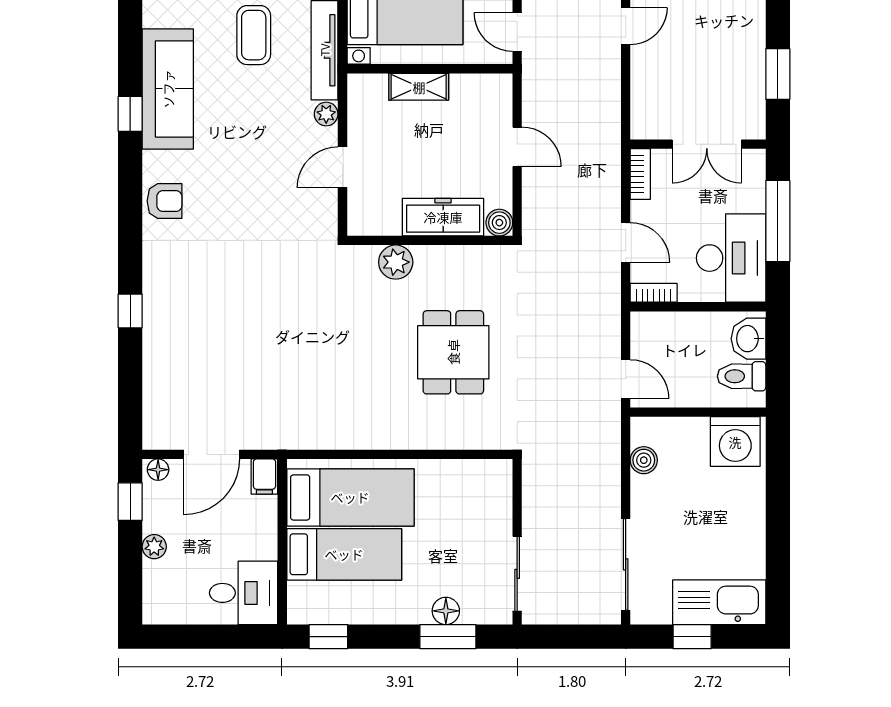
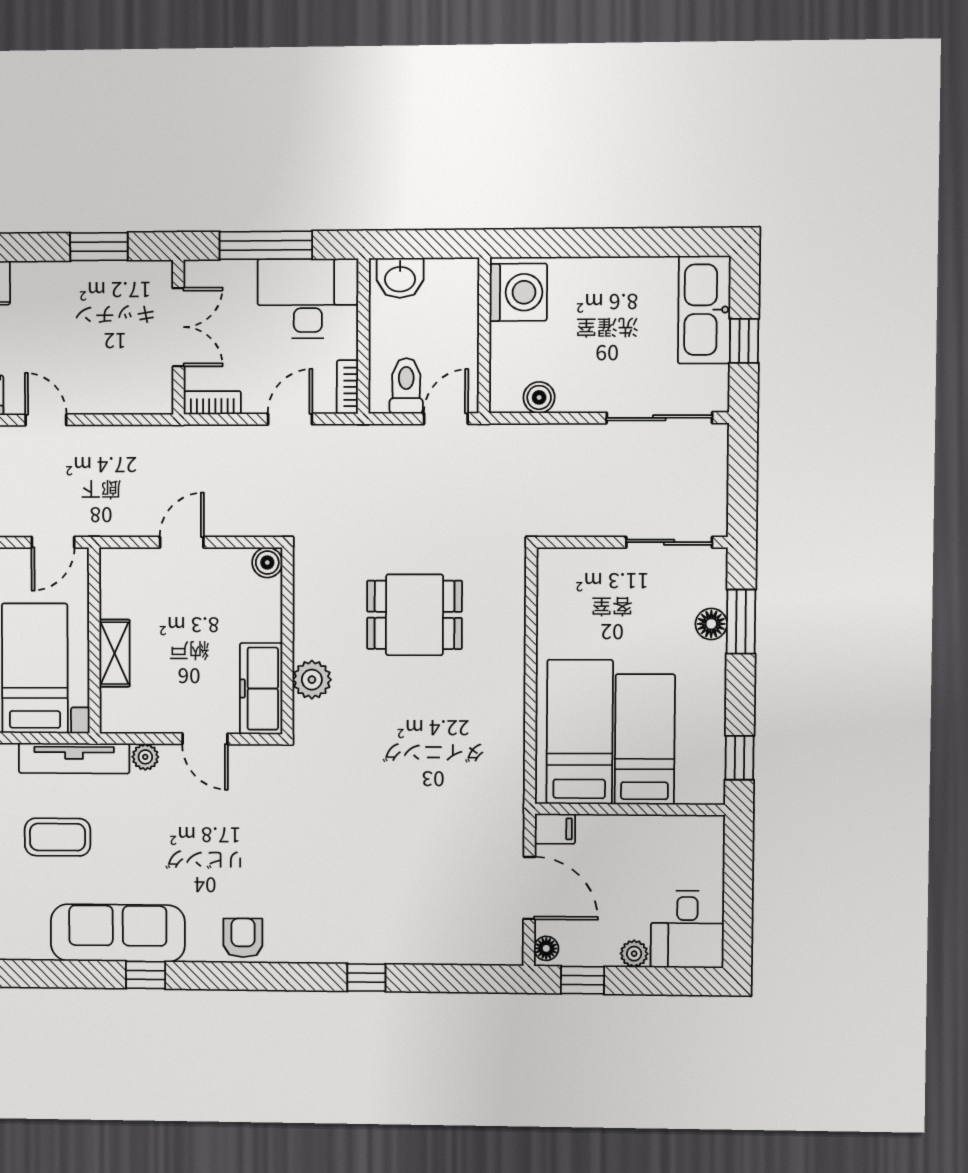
freezer: (443, 217) -> (261, 689), moved
toilet: (742, 376) -> (406, 386), moved, turned 180
desk: (244, 593) -> (687, 929), moved, turned 180

